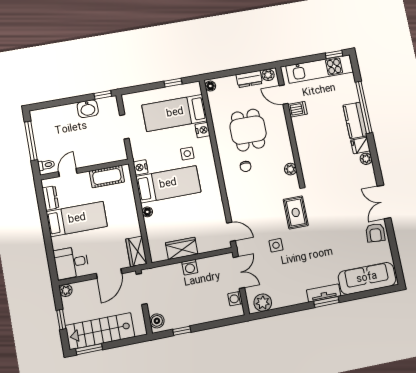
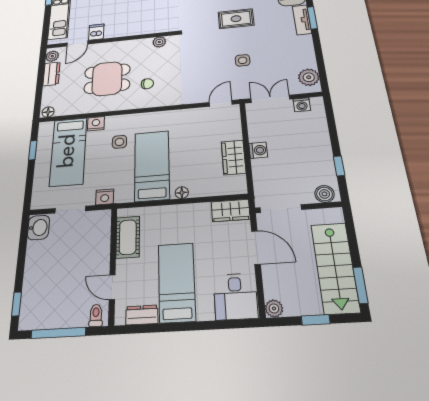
window: (103, 95) -> (17, 304), moved
washbasin: (88, 109) -> (38, 228), moved
nightstand: (141, 167) -> (105, 197), moved
rug: (296, 212) -> (236, 19), moved

